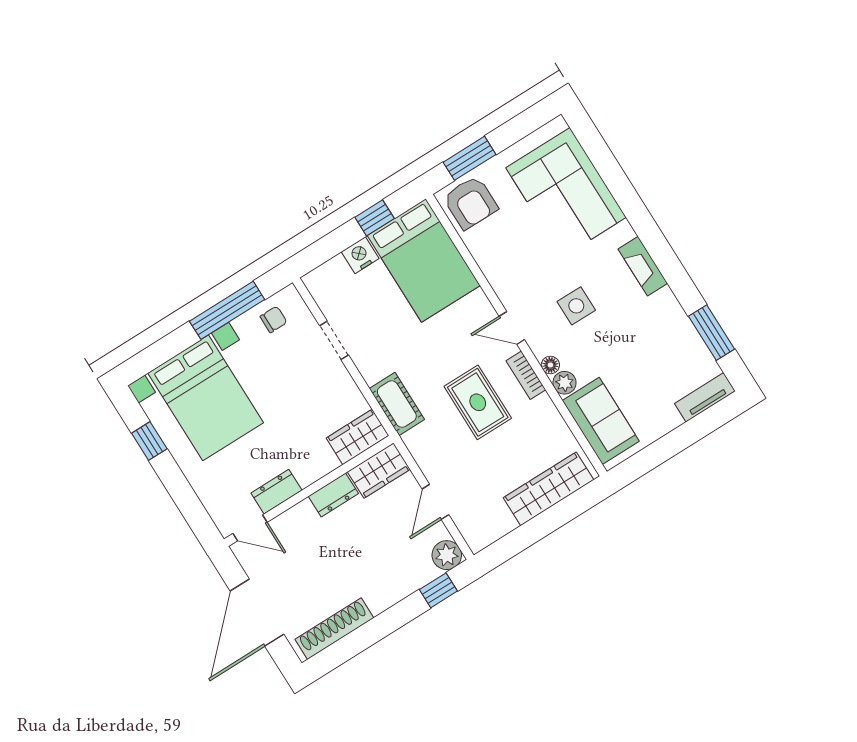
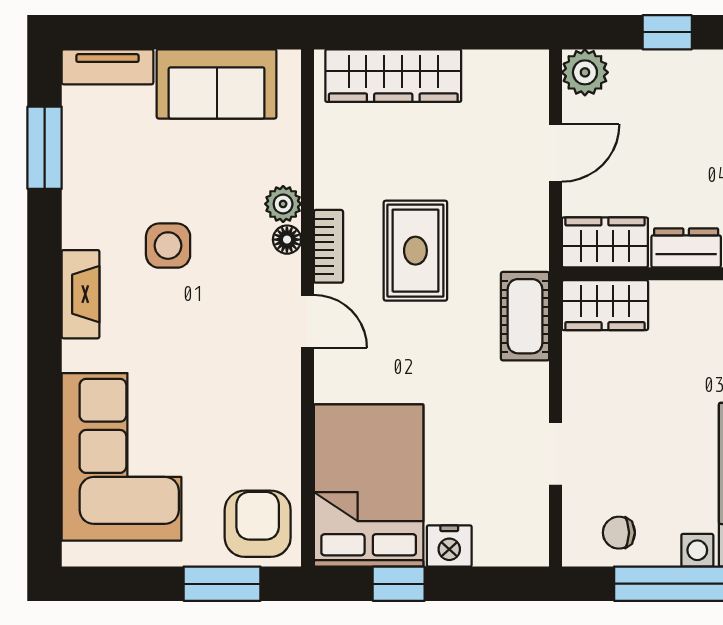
side table: (576, 306) -> (168, 246), moved
sofa: (601, 421) -> (217, 84), moved, turned -90
window: (438, 590) -> (667, 32), moved

